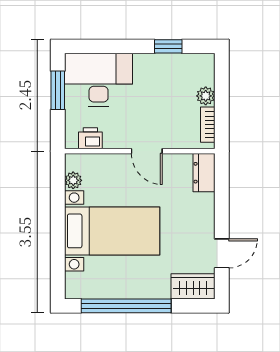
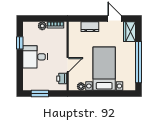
desk: (99, 80) -> (35, 57), moved, width x0.73
door: (147, 151) -> (68, 65), moved
dresser: (204, 173) -> (90, 27), moved

